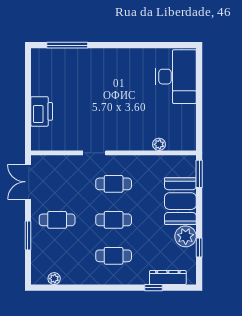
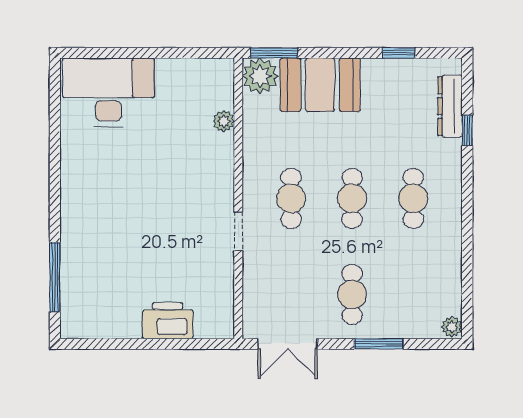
plant: (186, 236) -> (260, 76), moved
plant: (54, 279) -> (452, 327), moved

